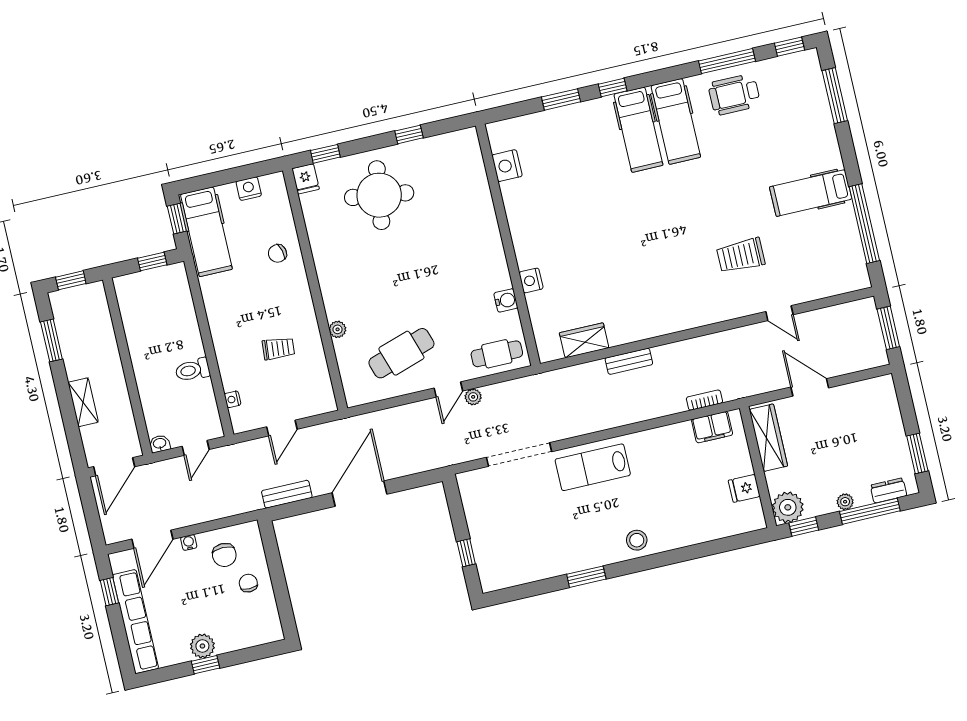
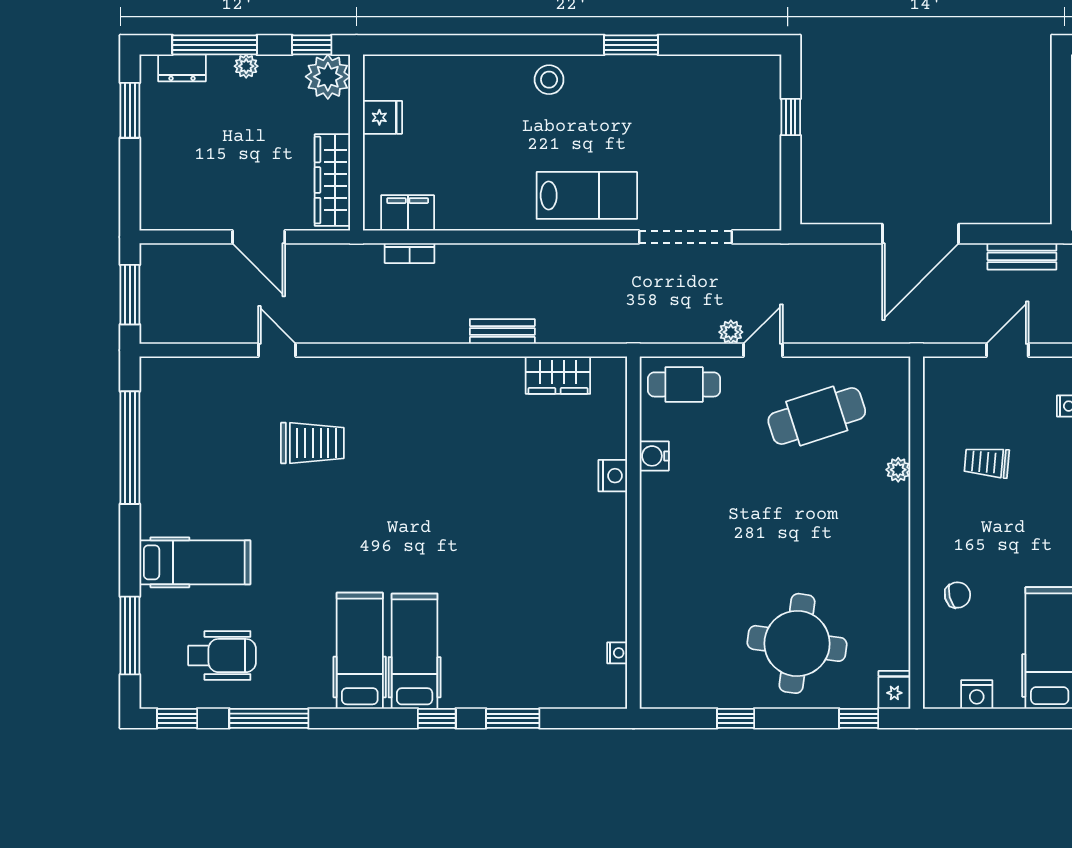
wheelchair: (734, 94) -> (222, 656), moved
nightstand: (507, 166) -> (617, 653), width x0.53, depth x0.56
hospital bed: (811, 193) -> (195, 562), moved

